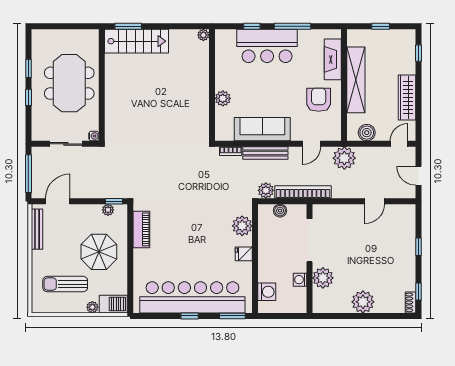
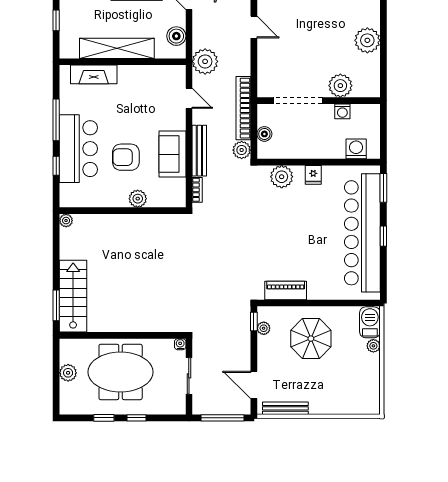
plant: (69, 37) -> (68, 373), added
armchair: (319, 100) -> (126, 157), moved
sofa: (262, 129) -> (172, 154), width x0.73
sun lounger: (65, 284) -> (347, 377), removed

